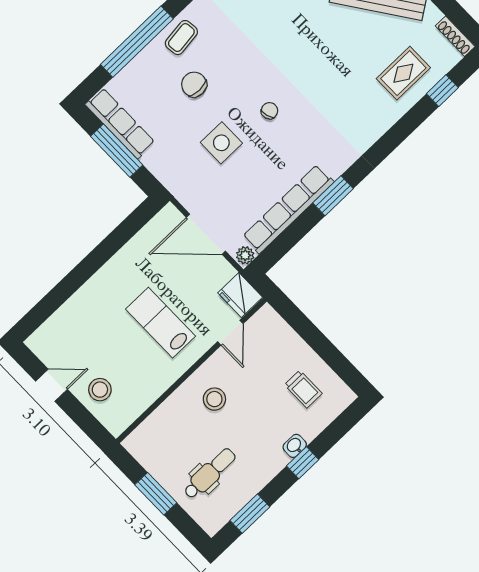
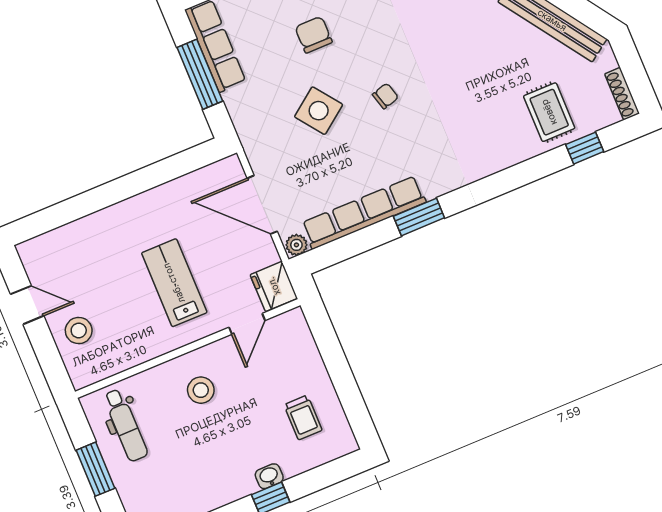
rug: (403, 73) -> (549, 112), turned 90
side table: (221, 143) -> (319, 111), turned -37
dental chair: (210, 473) -> (125, 425), moved, turned 90

